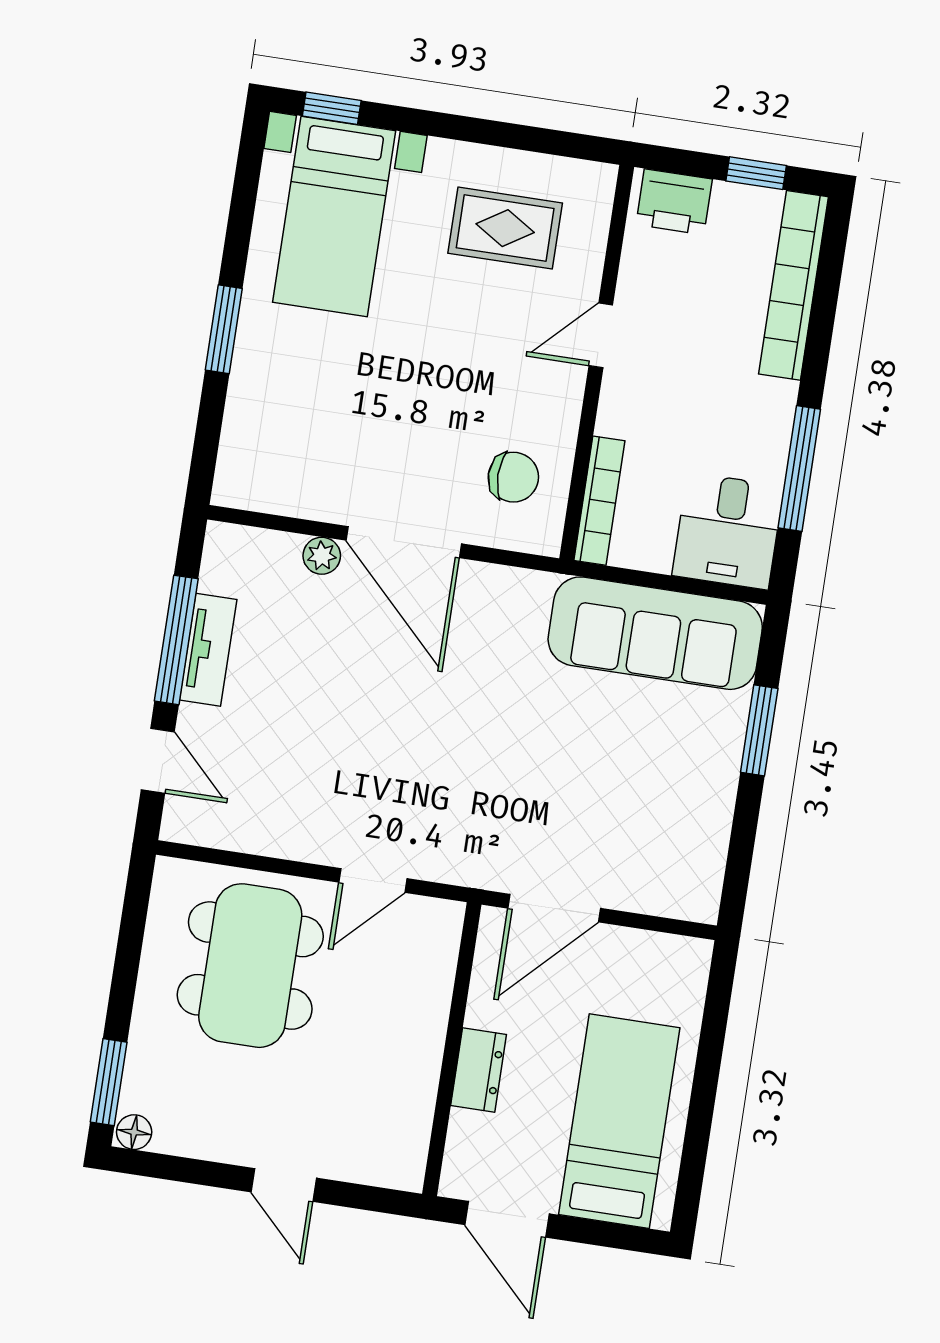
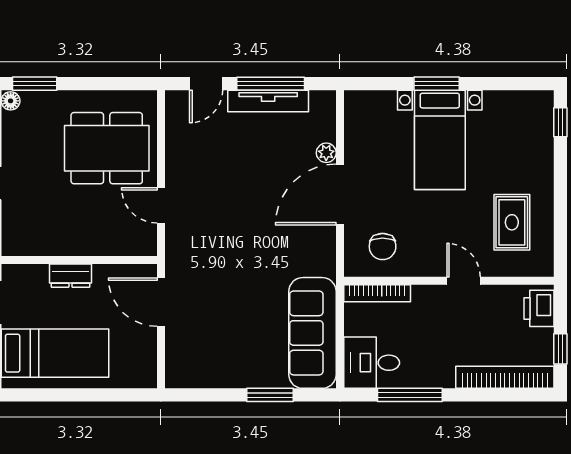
bed with nightstands: (334, 216) -> (440, 140), moved, turned -90
tv unit: (208, 650) -> (268, 101), width x1.41

